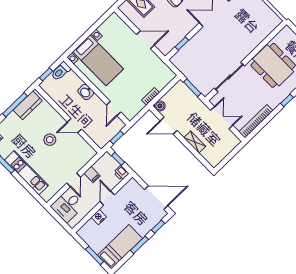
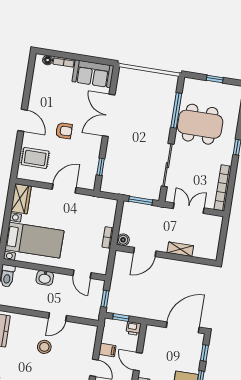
wardrobe: (110, 25) -> (21, 199), added
window: (264, 43) -> (176, 110), added

